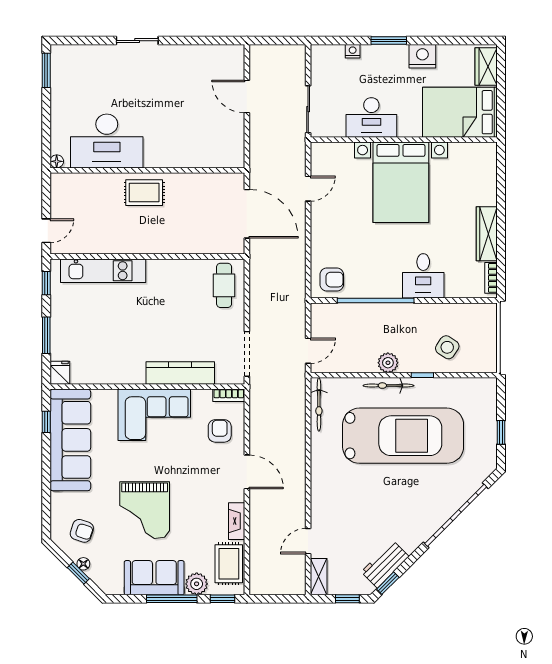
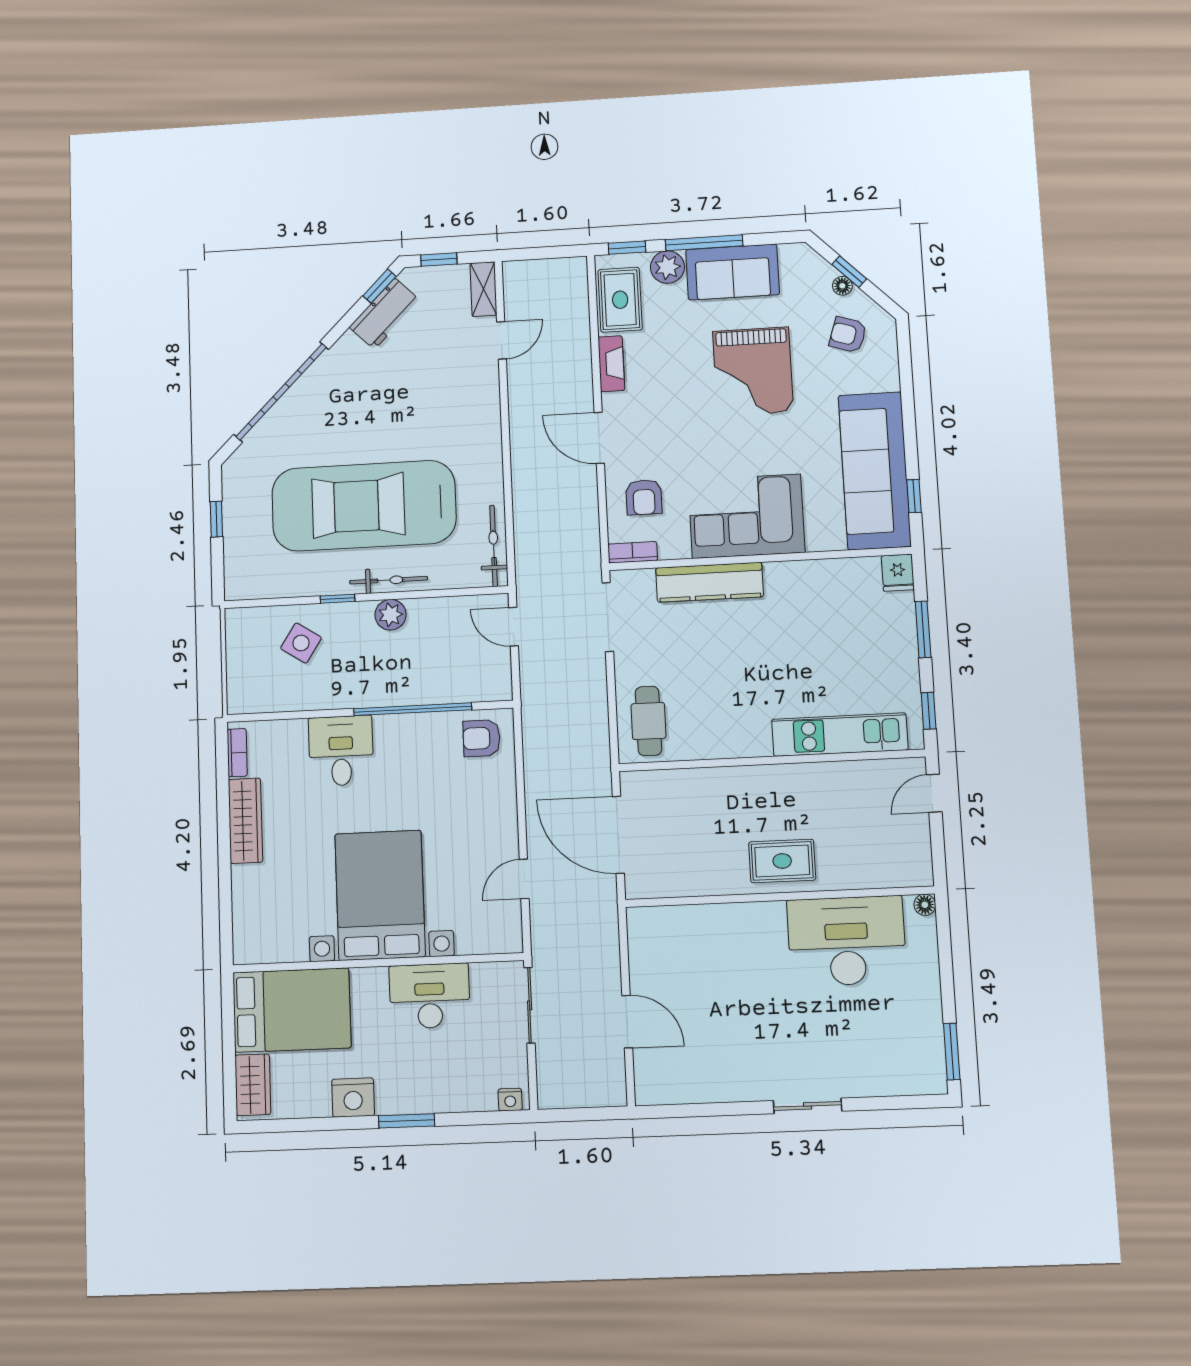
nightstand: (353, 51) -> (510, 1100), moved
door: (308, 351) -> (514, 627), hinge flipped
grand piano: (145, 510) -> (753, 371), turned 180

